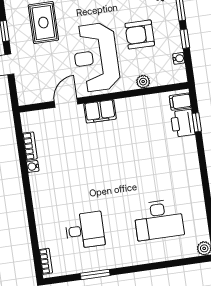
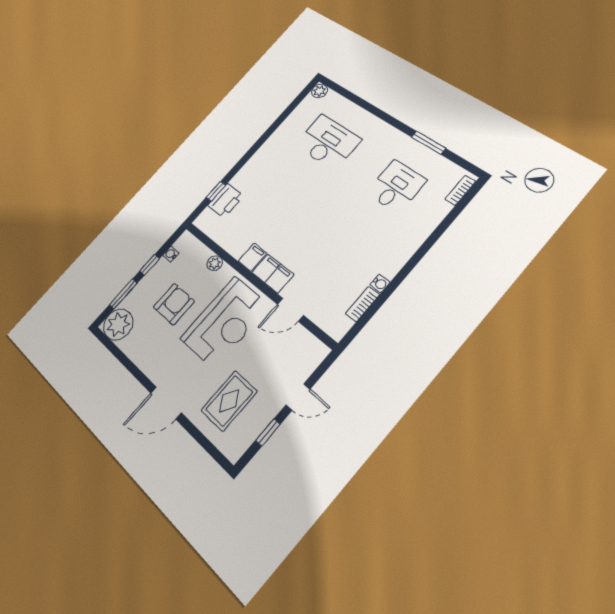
armchair: (140, 34) -> (174, 304), turned -90
filing cabinet: (180, 102) -> (252, 257), moved, turned -90
desk: (85, 230) -> (396, 187), turned 90

